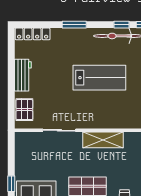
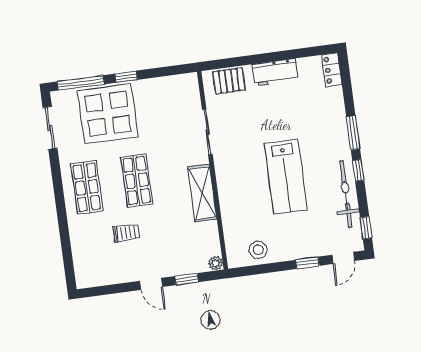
window: (122, 25) -> (358, 170), moved
locker: (33, 34) -> (332, 70), width x0.66

